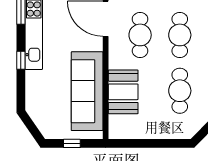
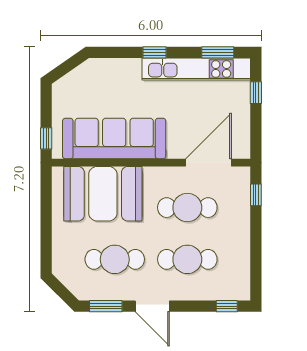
booth: (123, 92) -> (103, 194), width x1.36, depth x1.42
window: (72, 143) -> (46, 138), moved

